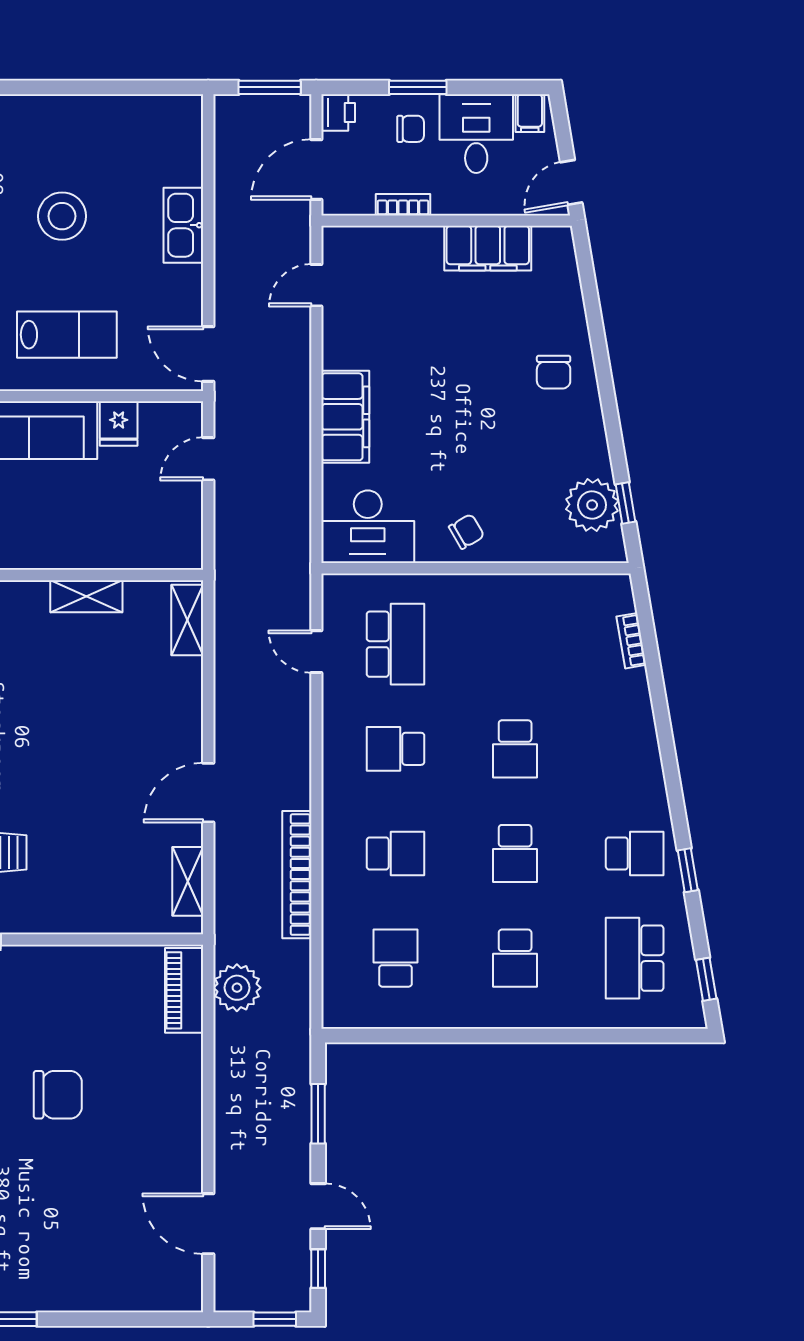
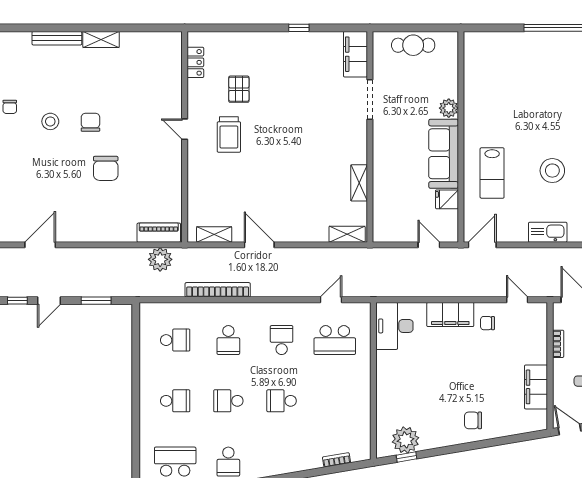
chair: (467, 531) -> (487, 323), moved, turned 120
school desk: (515, 958) -> (175, 401), turned 180

